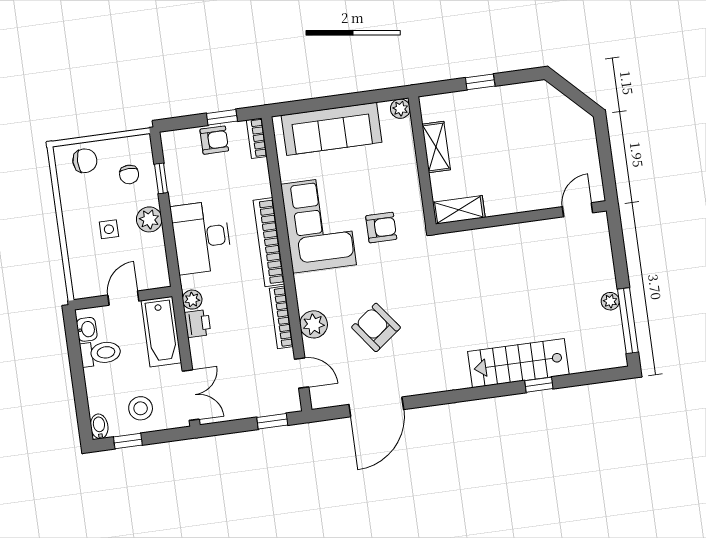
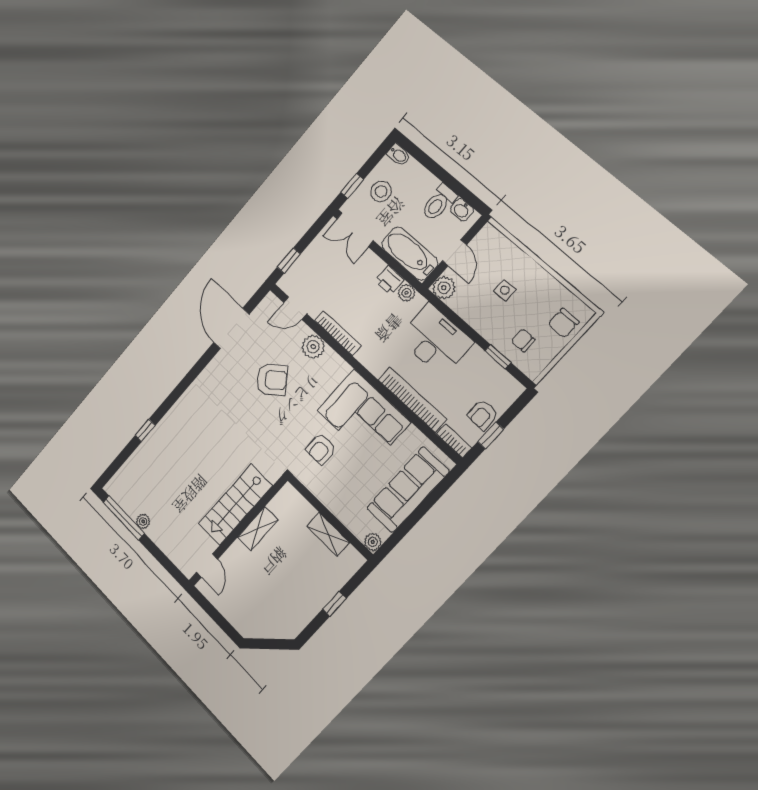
shelving: (459, 210) -> (258, 529), moved
plant: (149, 219) -> (444, 288), moved
bookcase: (269, 242) -> (412, 400), moved
stairs: (518, 363) -> (235, 505), moved, turned 180
window: (128, 441) -> (352, 186), moved

